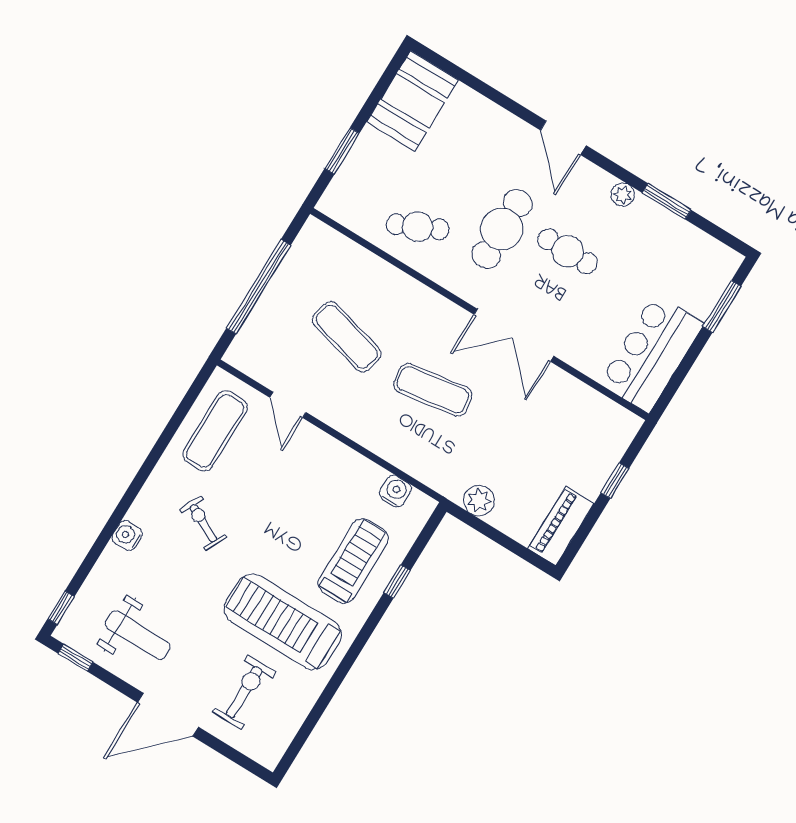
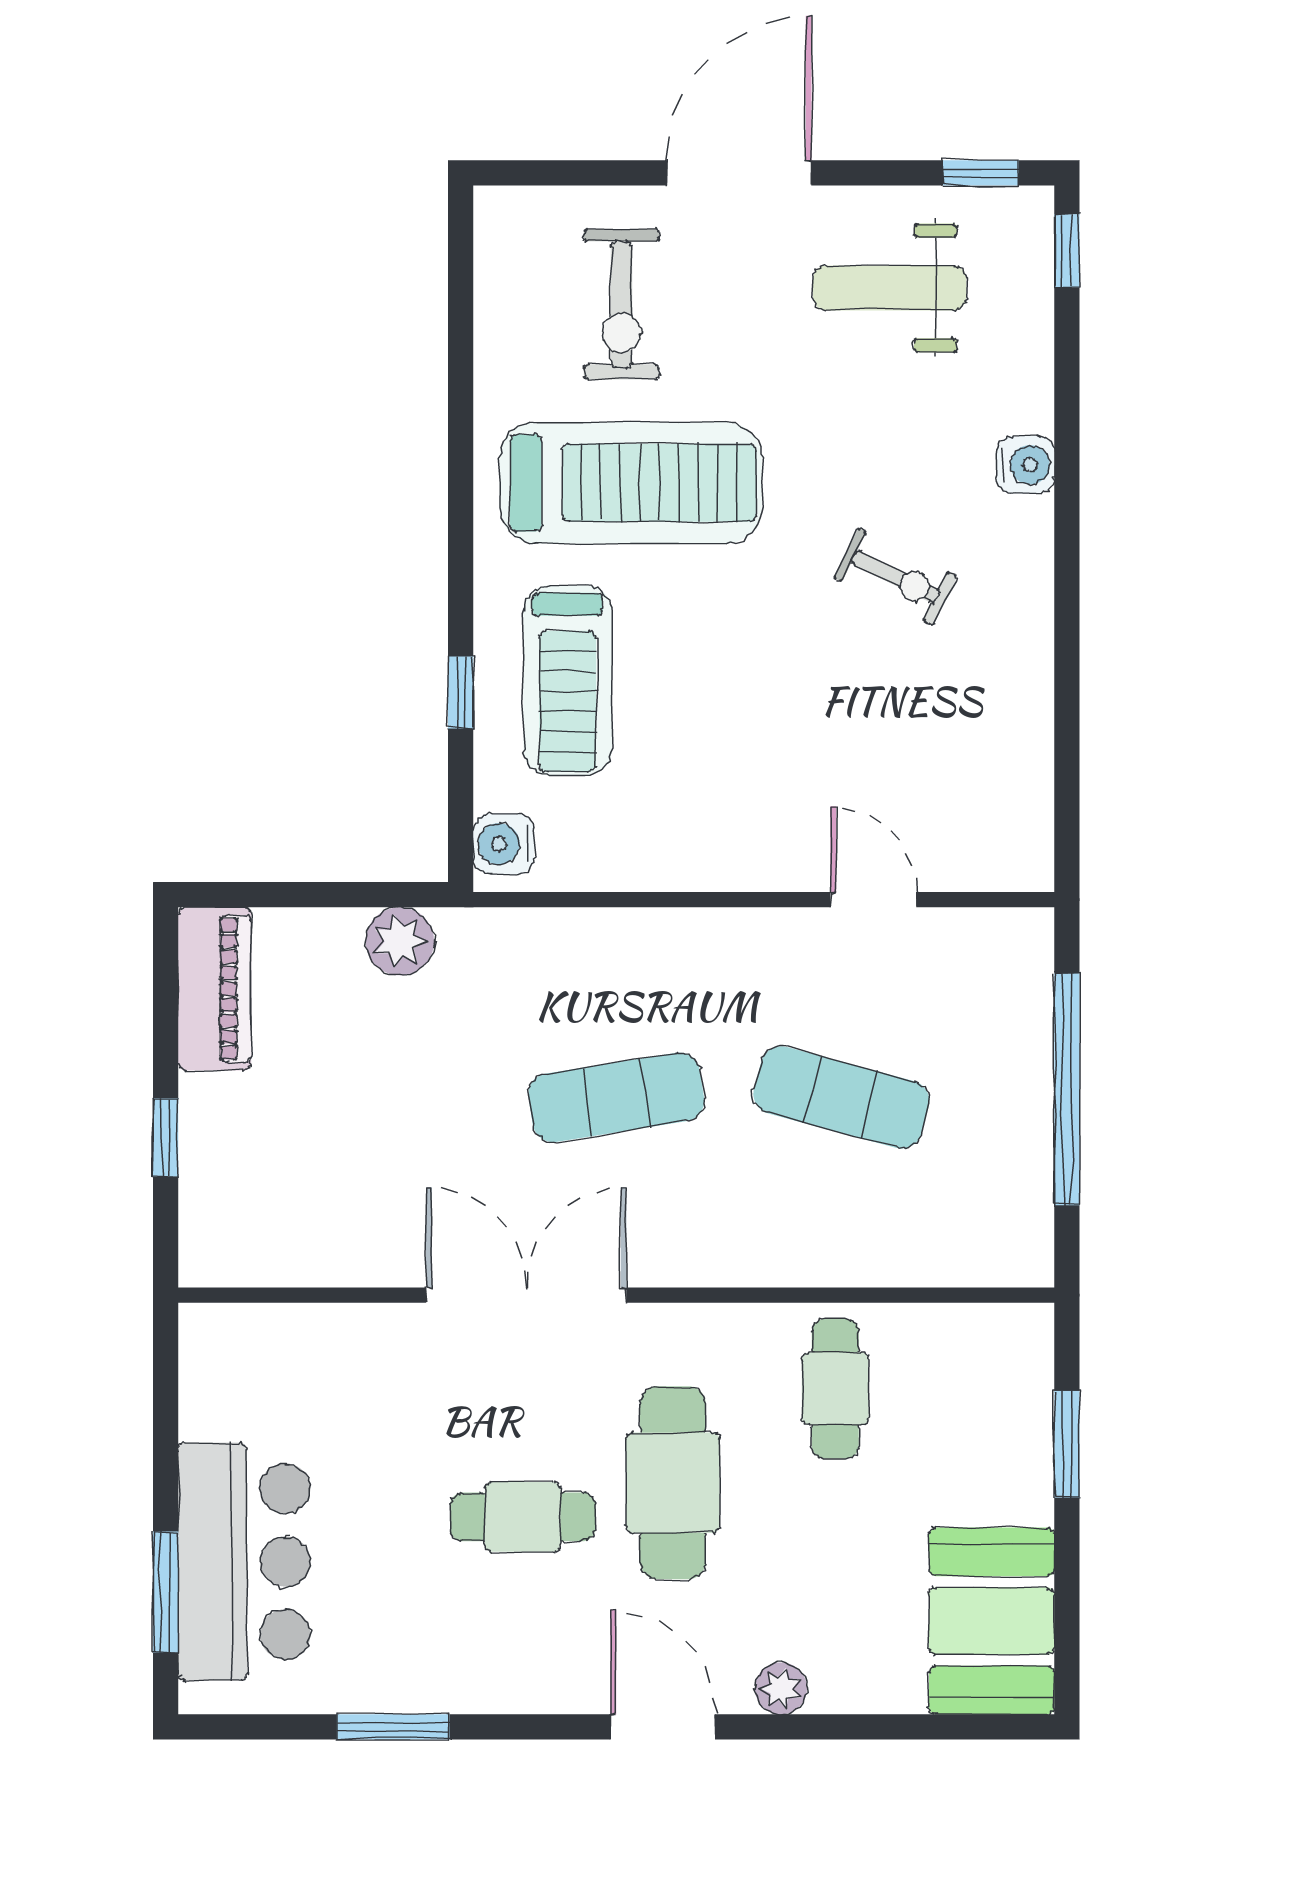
plant: (623, 195) -> (781, 1688), moved
cafe table: (418, 227) -> (835, 1389), turned -65
bar counter: (652, 353) -> (244, 1561), moved
exercise mat: (215, 431) -> (981, 765), removed
water cooler: (395, 491) -> (504, 844), moved, turned 90

